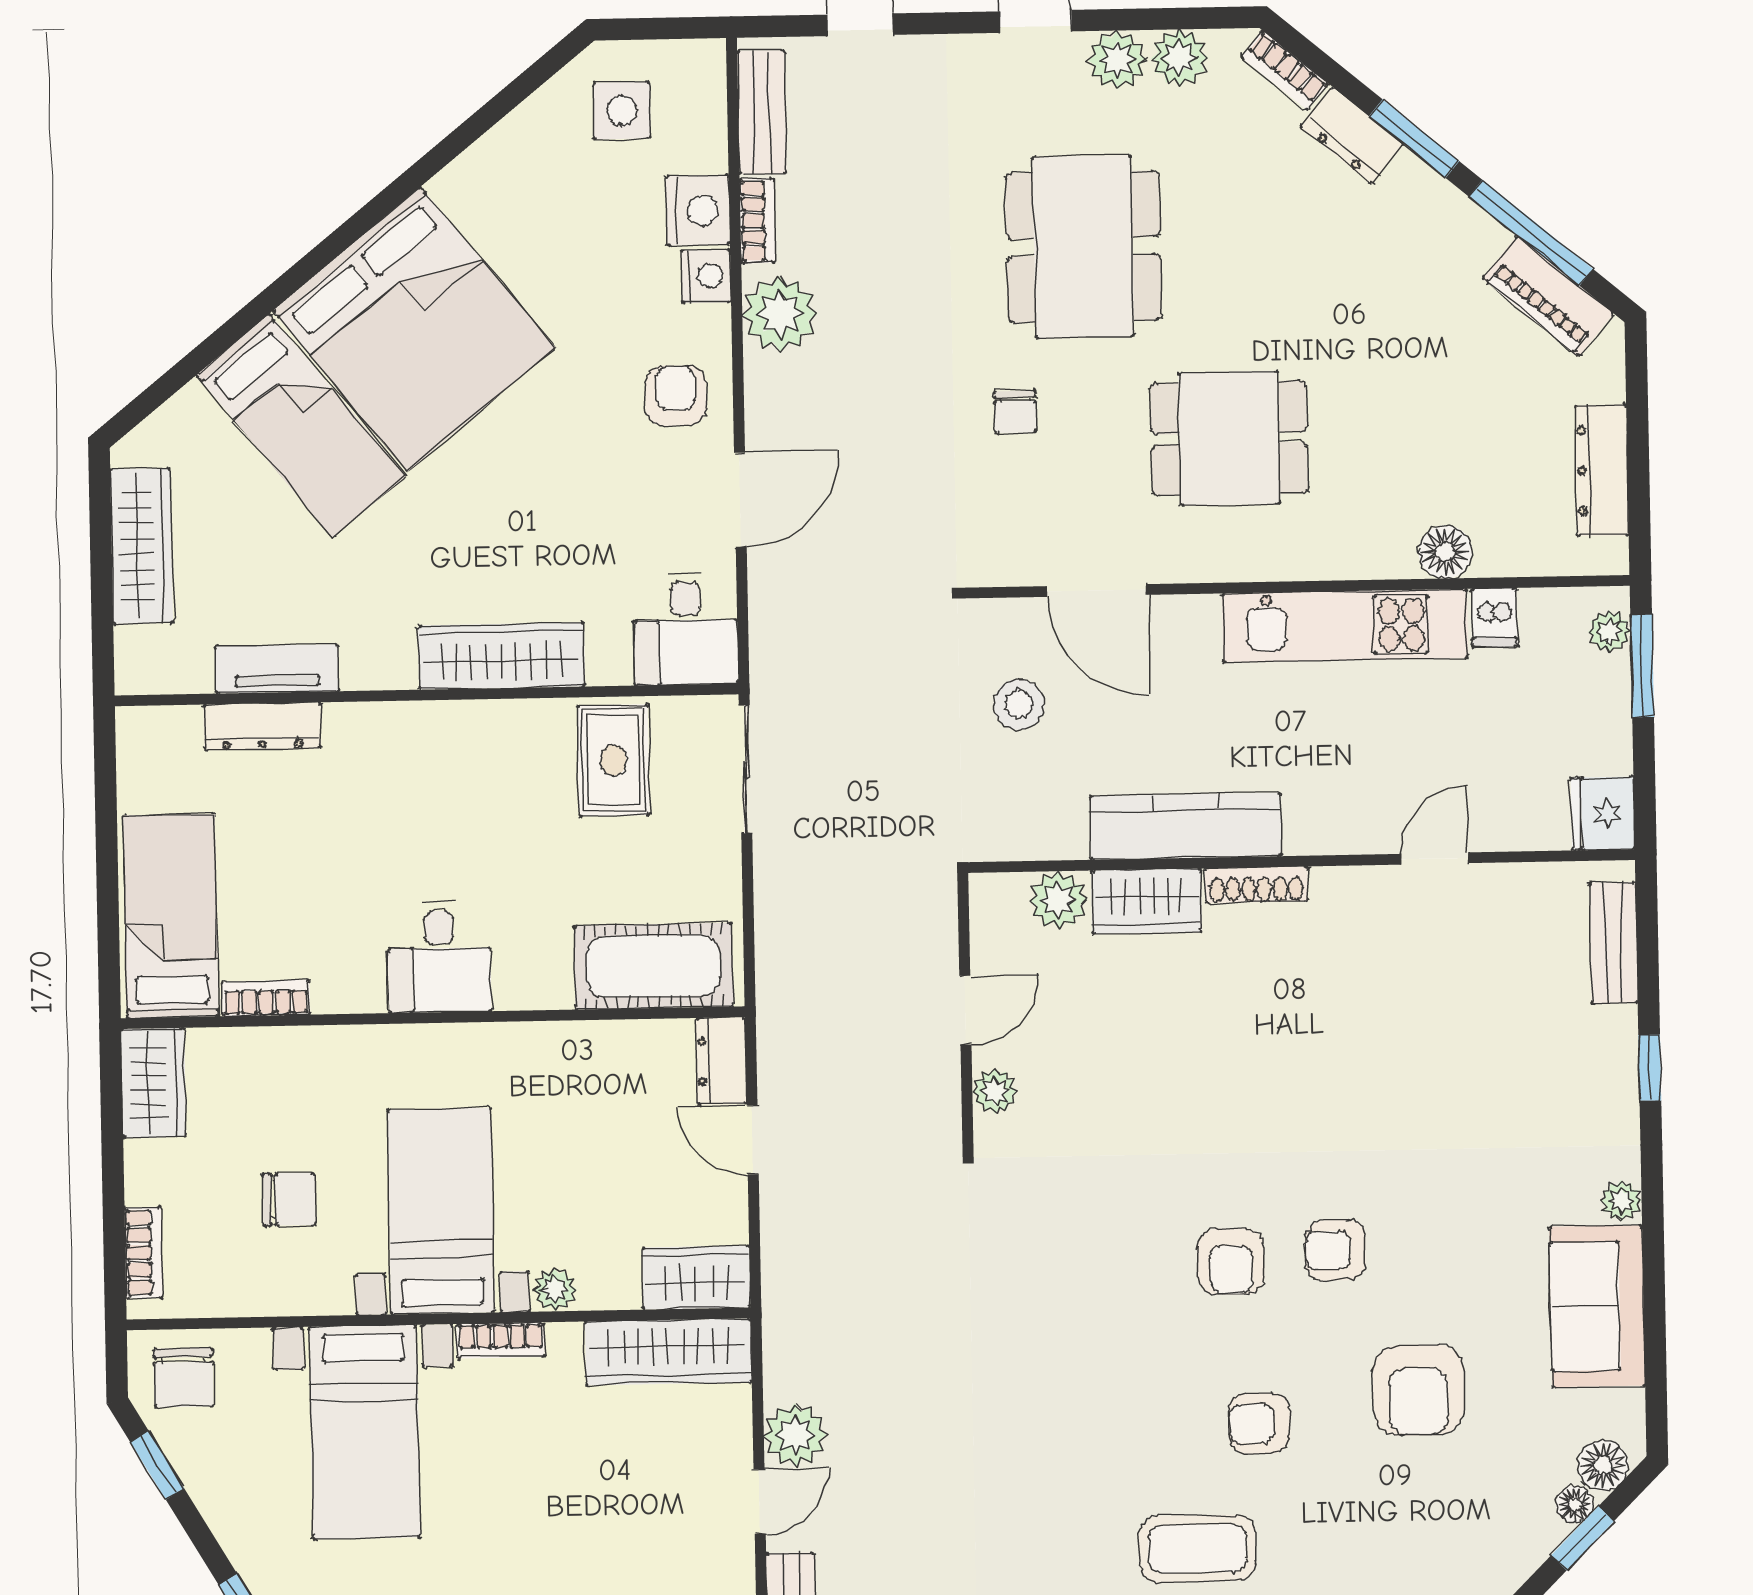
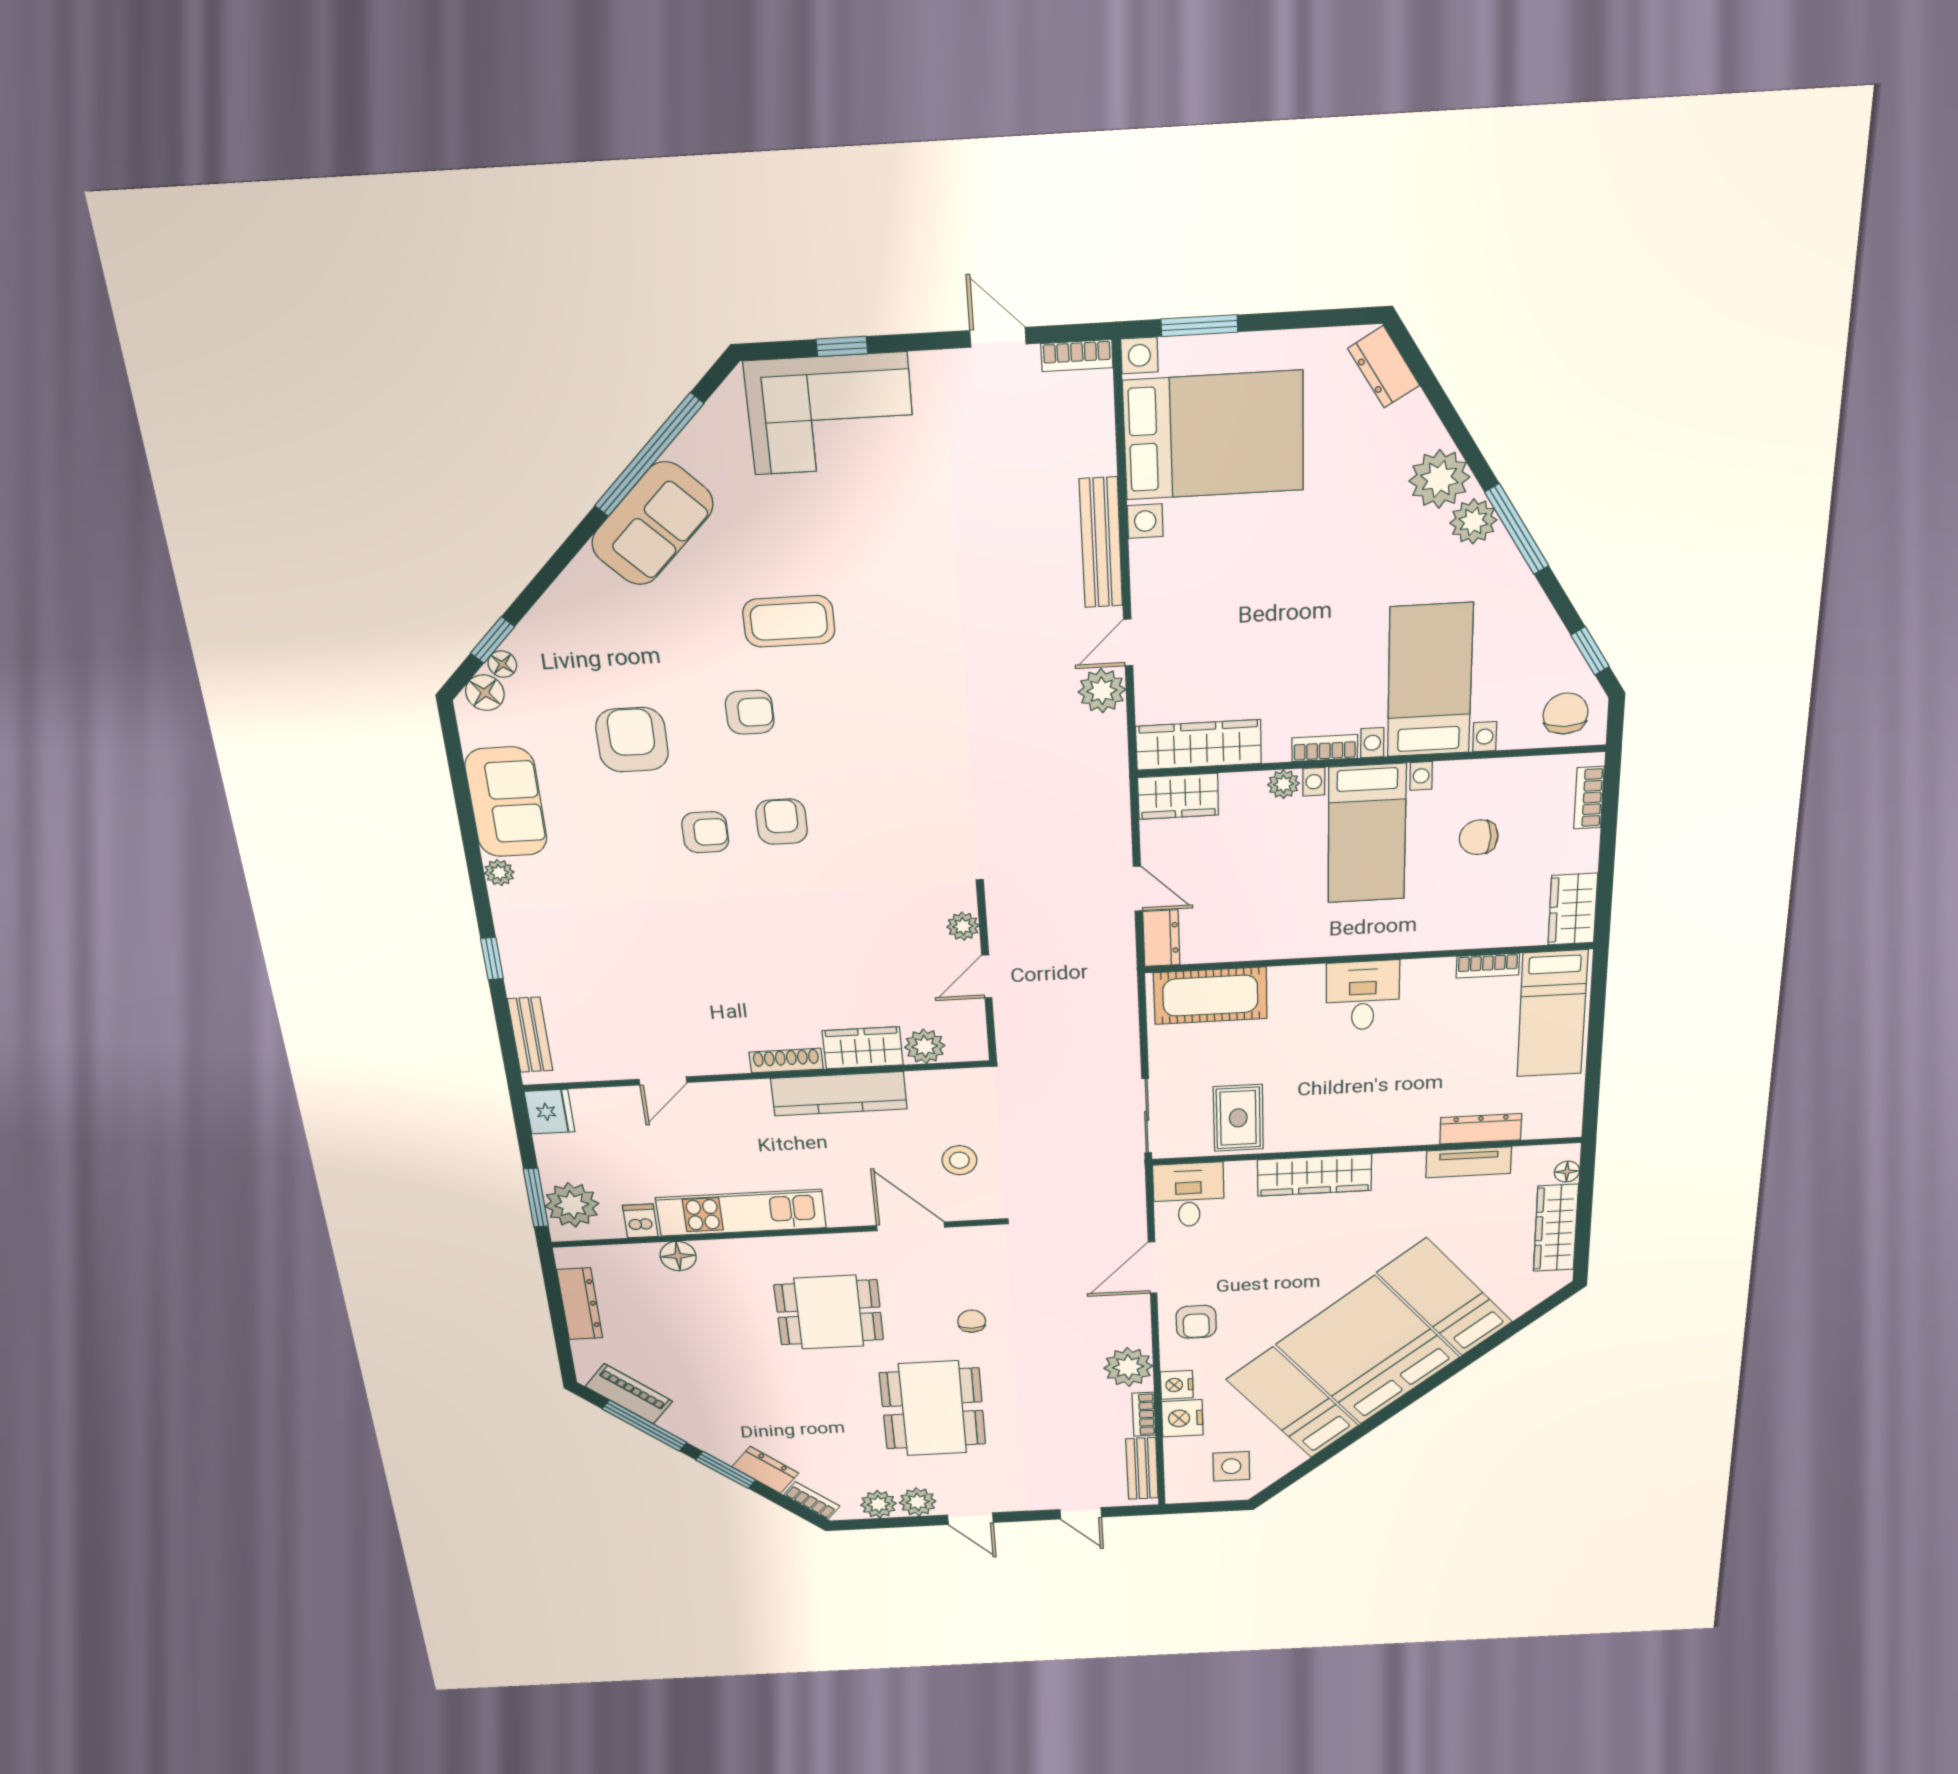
bed: (527, 233) -> (1293, 1403), added
plant: (1609, 631) -> (572, 1205), width x1.88, depth x1.88
floor lamp: (132, 646) -> (1567, 1172), added

